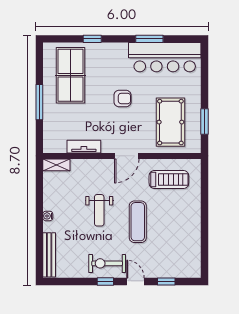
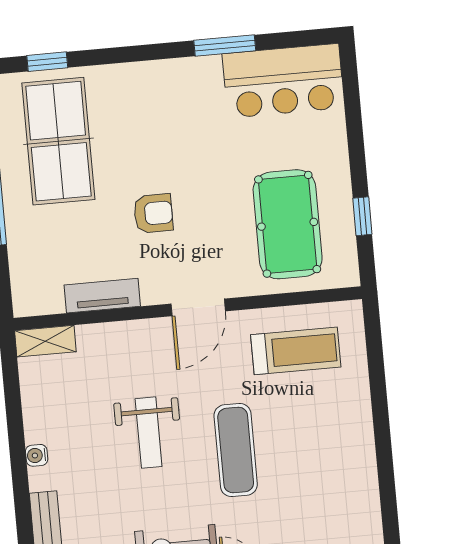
window: (92, 39) -> (47, 62), moved
bar counter: (165, 57) -> (283, 81), width x0.73
armchair: (122, 98) -> (153, 213), moved
window: (204, 122) -> (362, 216), width x0.67

